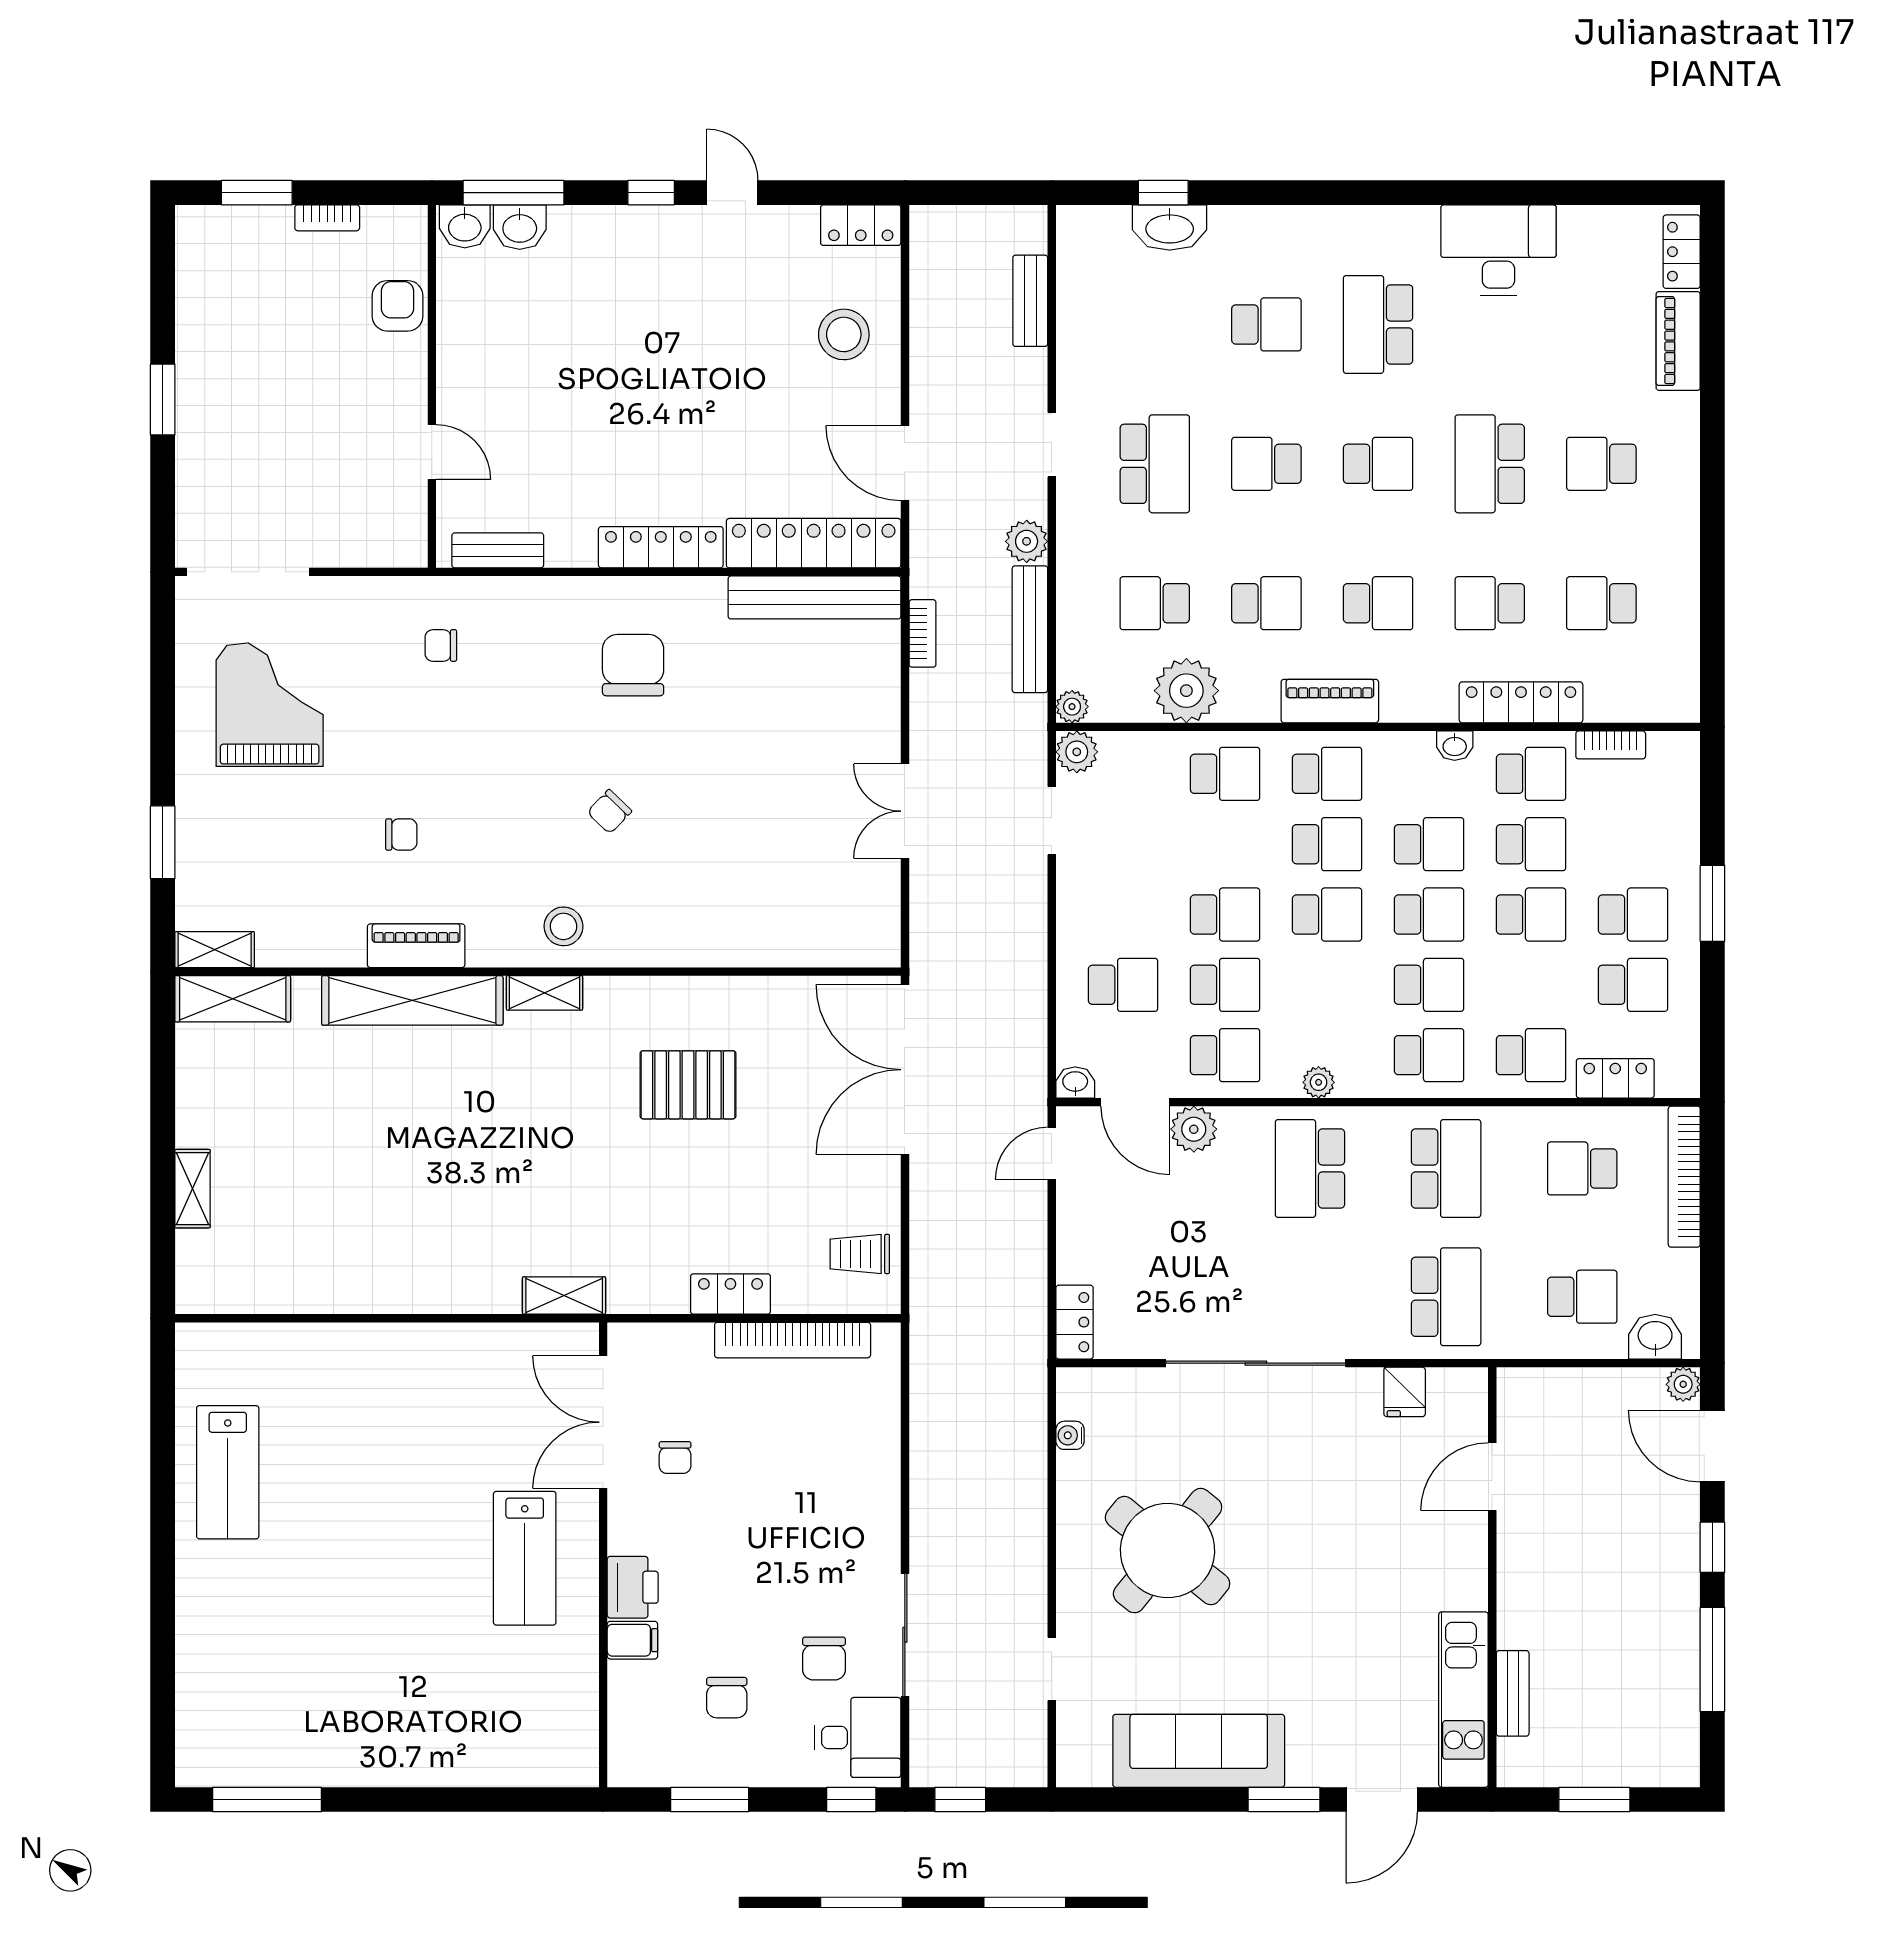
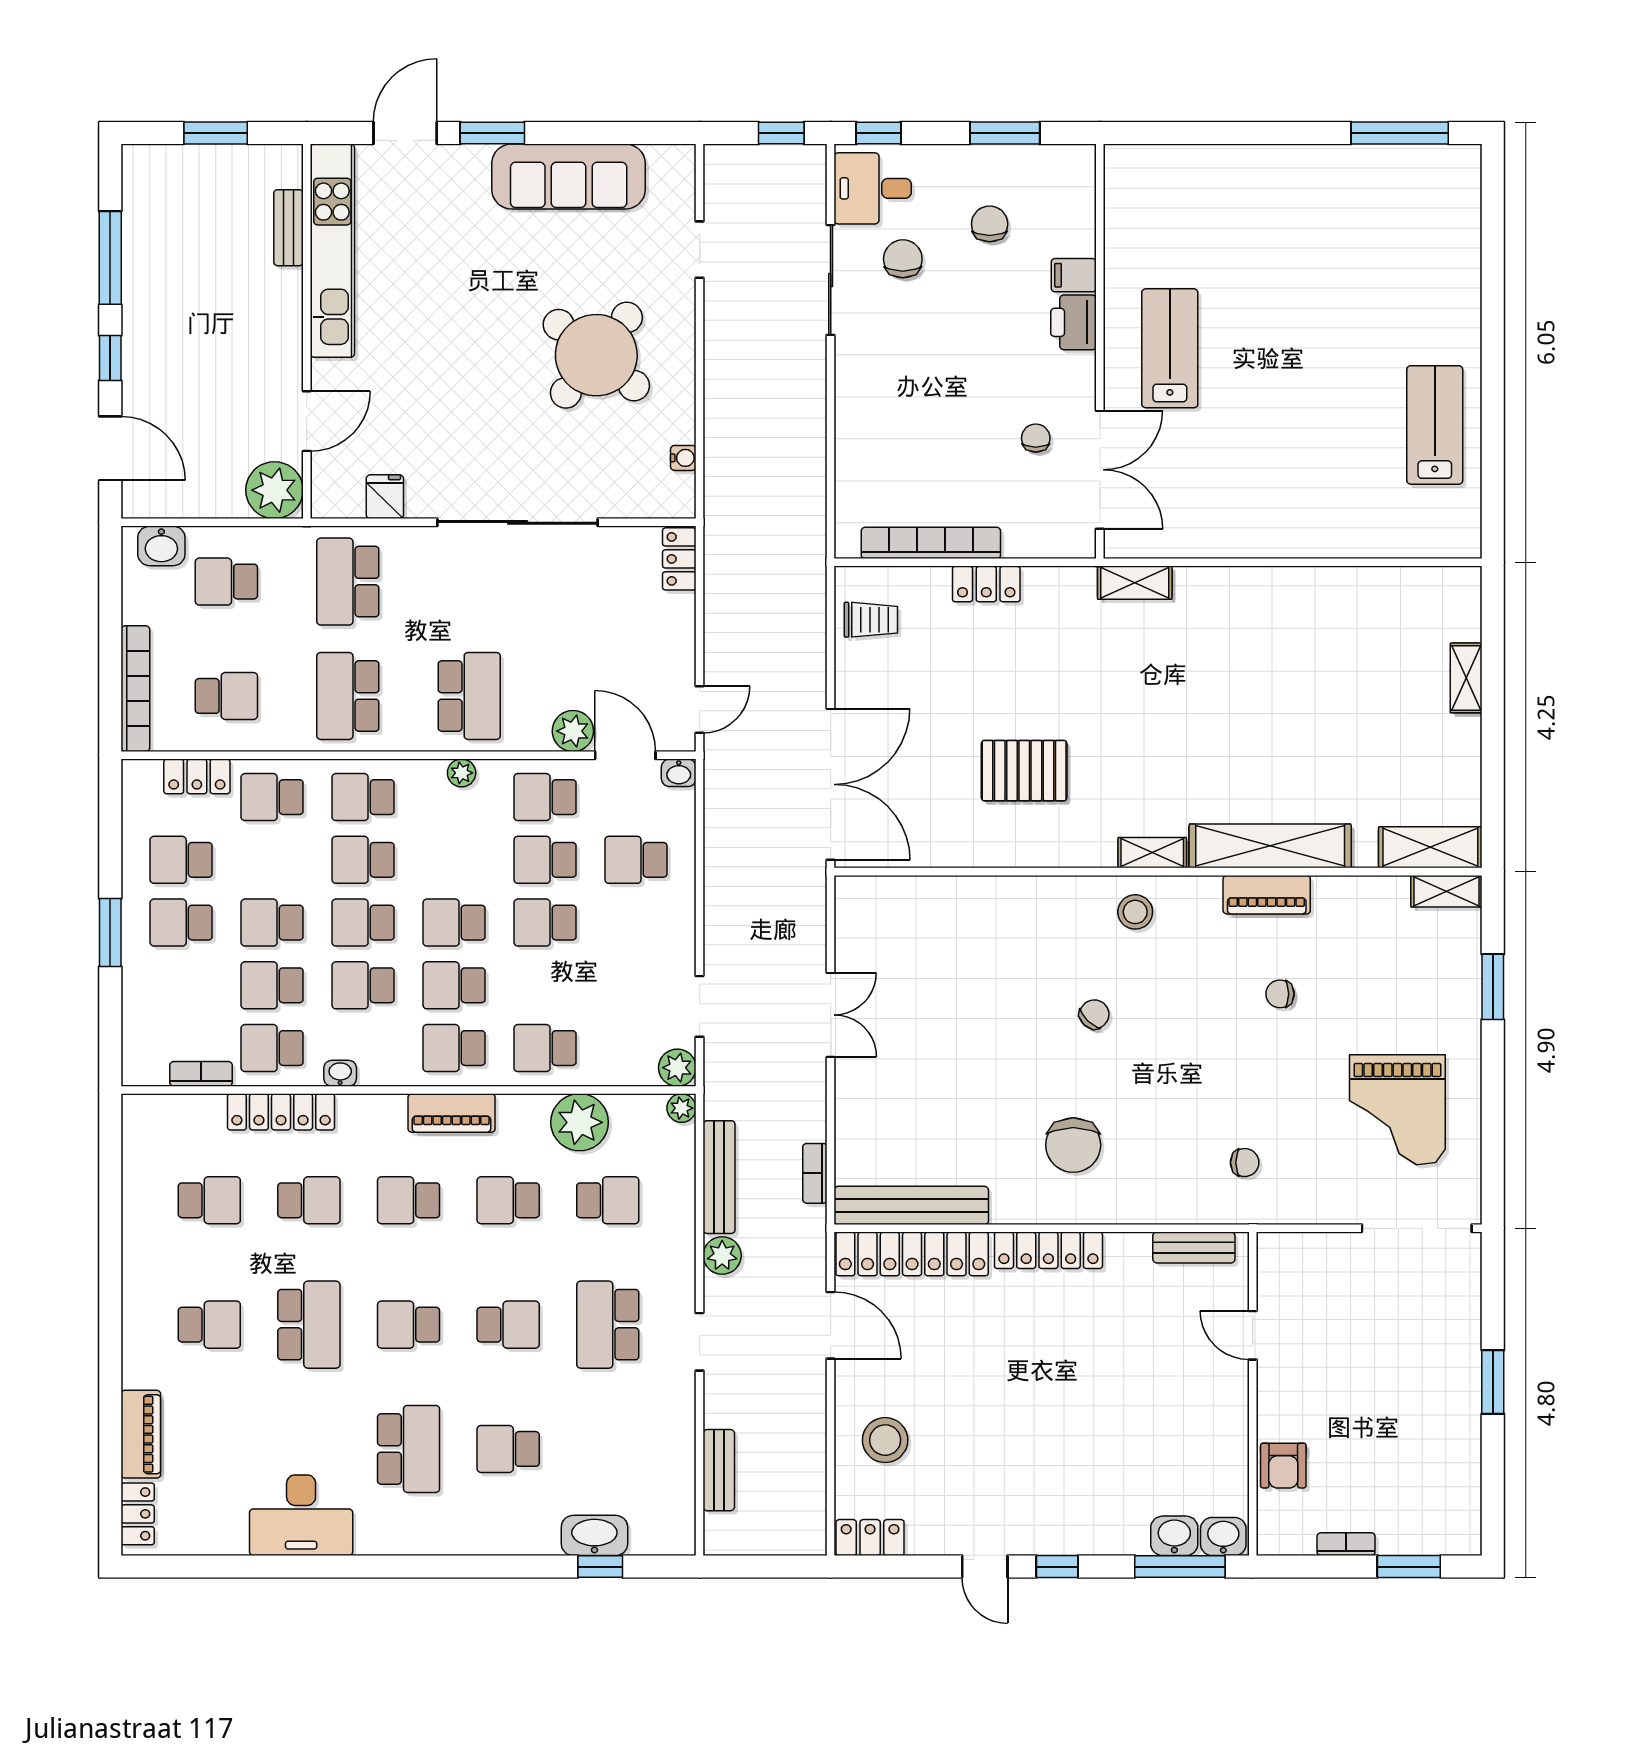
plant: (1683, 1384) -> (274, 490), moved, width x1.87, depth x1.87
kitchen unit: (1463, 1700) -> (332, 251), width x1.36

